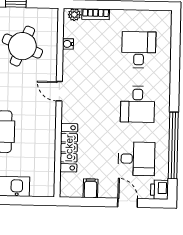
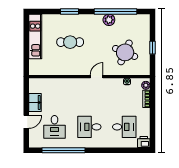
locker: (69, 148) -> (61, 84), removed
filing cabinet: (91, 188) -> (35, 102), width x2.00
printer: (159, 190) -> (144, 142), moved

